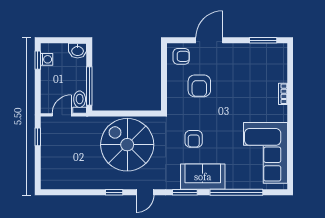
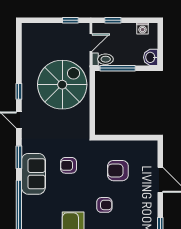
armchair: (181, 56) -> (104, 205), moved, turned -90
window: (38, 60) -> (113, 20), moved
door: (62, 115) -> (91, 43), hinge flipped
spiral stairs: (127, 145) -> (62, 85), moved

